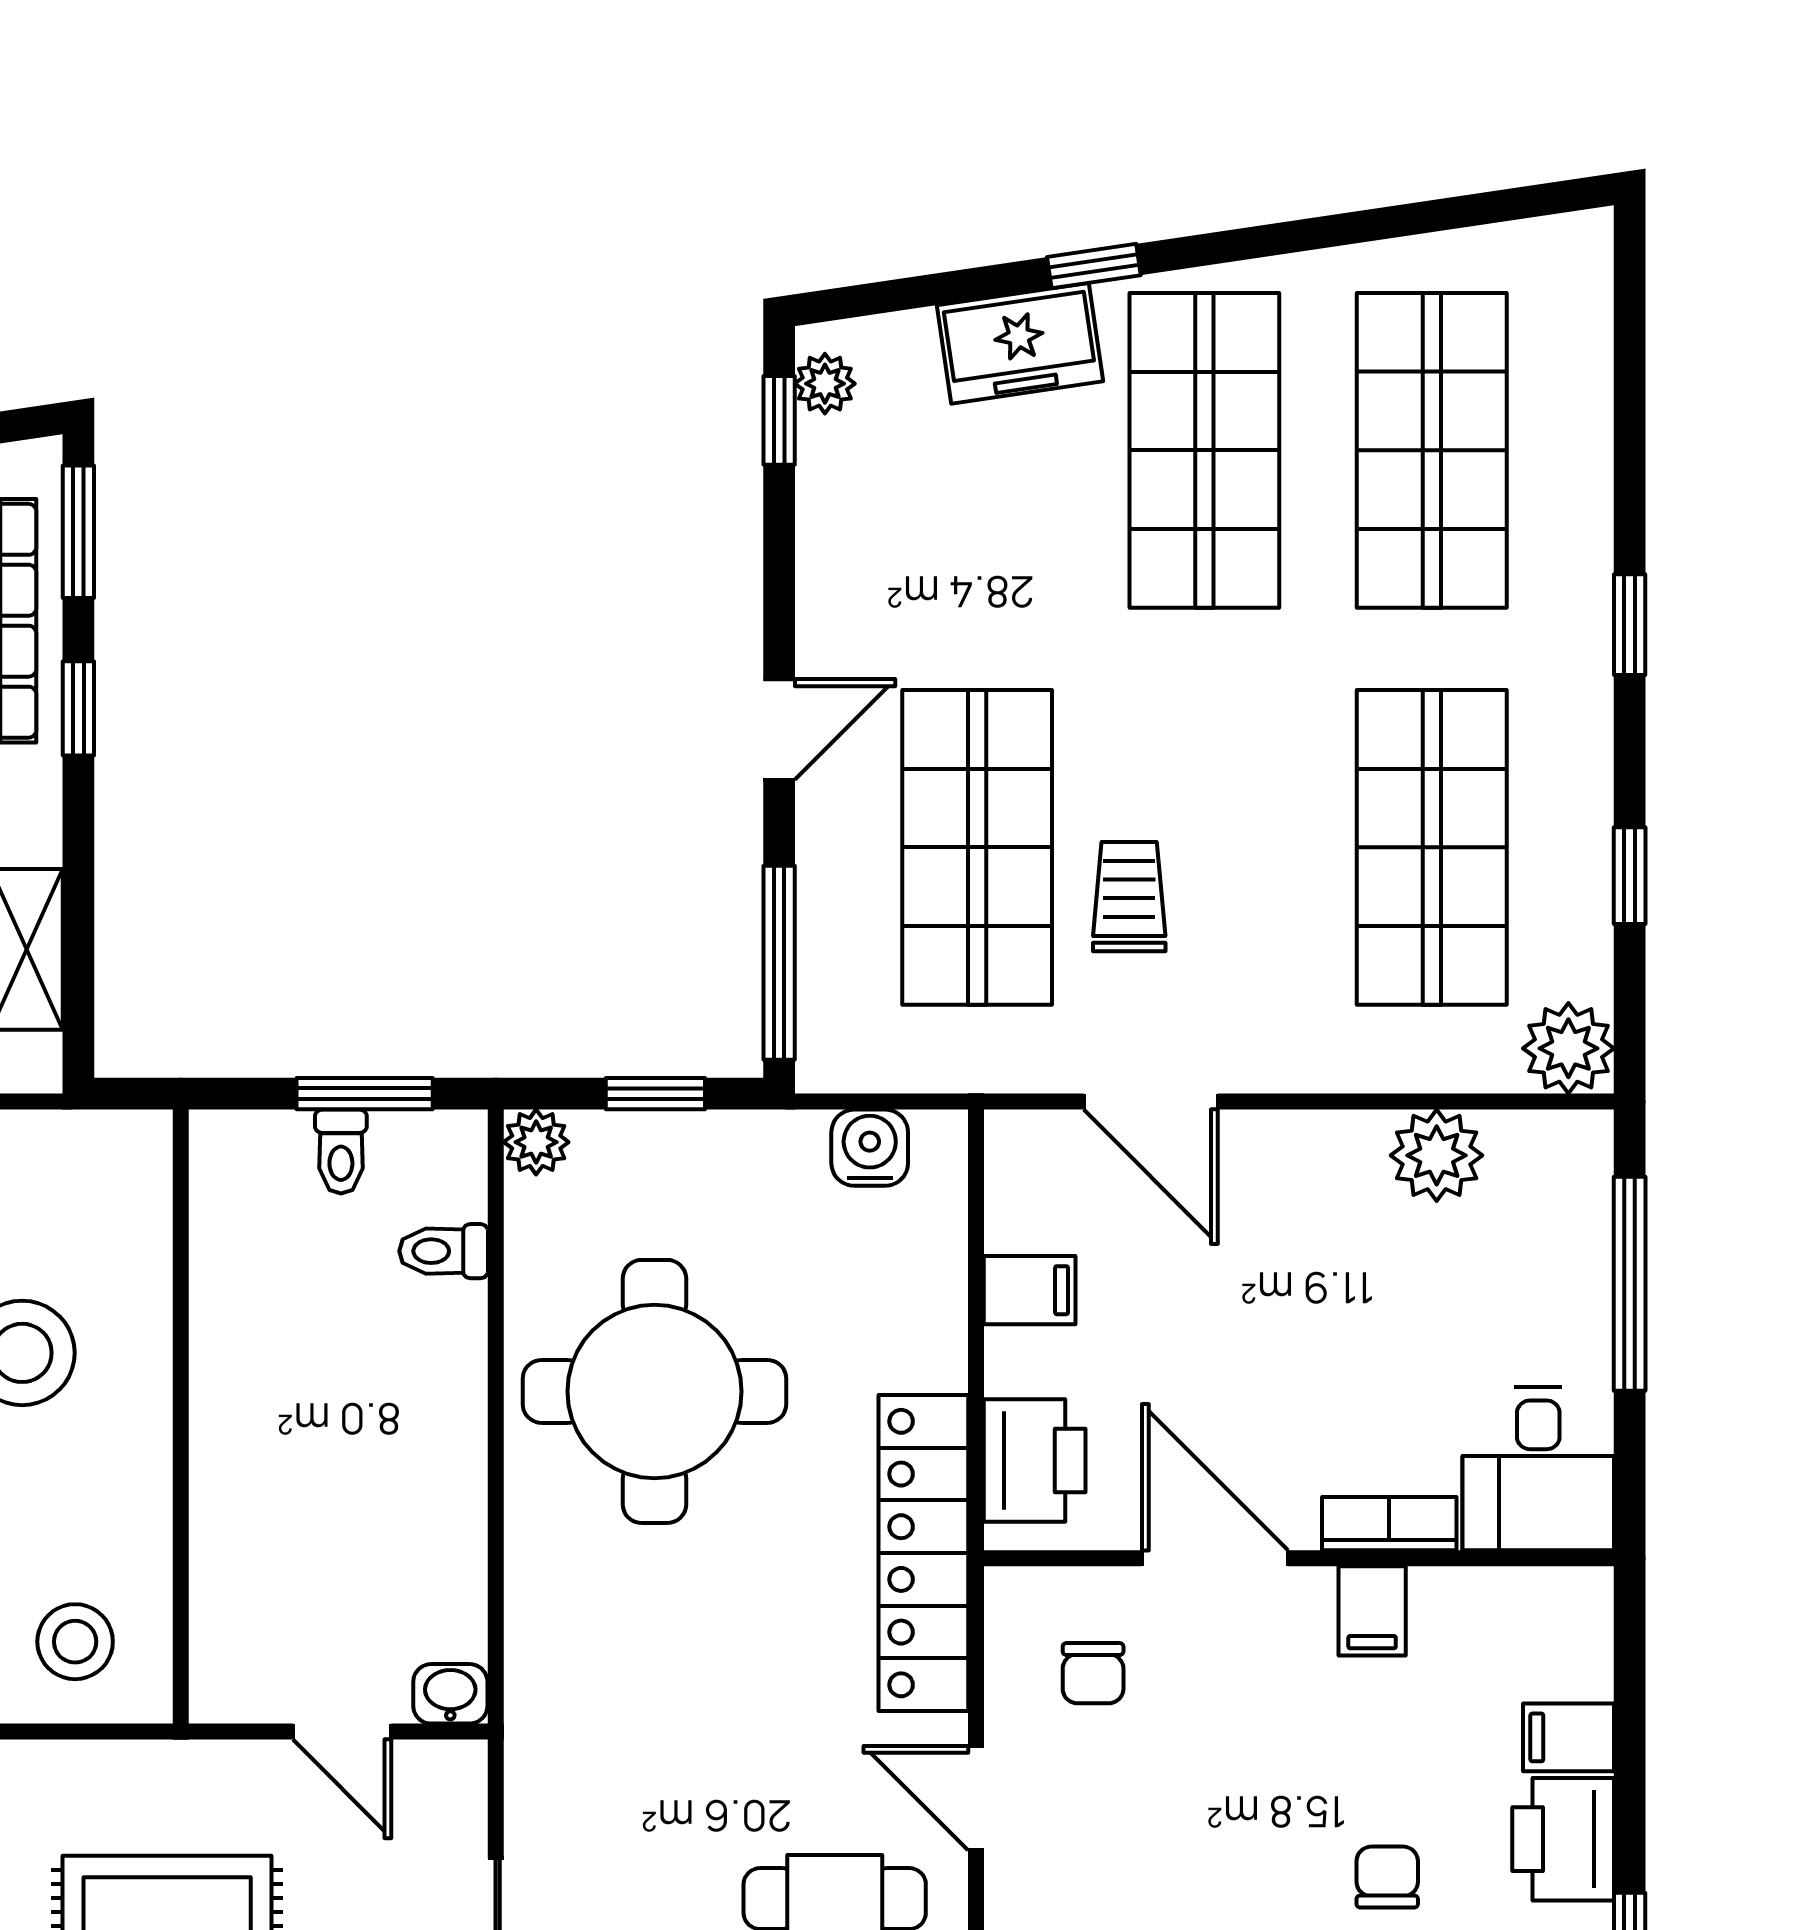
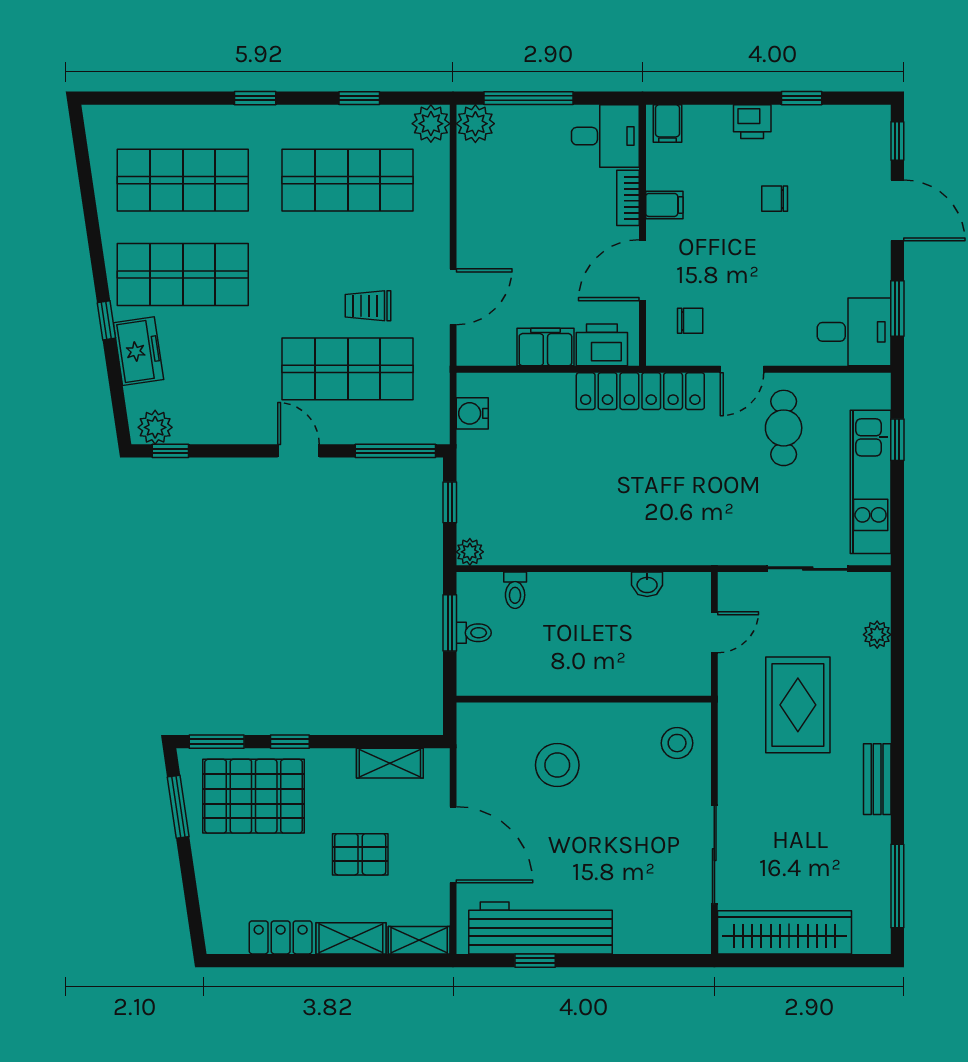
plant: (825, 384) -> (155, 427), width x1.38, depth x1.38
plant: (1437, 1155) -> (475, 124), moved
filing cabinet: (1030, 1290) -> (545, 347), width x2.00
round table: (654, 1391) -> (573, 503), removed
washbasin: (450, 1694) -> (647, 584), moved, turned -90
filing cabinet: (1569, 1737) -> (667, 123), moved
printer: (1563, 1839) -> (752, 122), width x0.73, depth x0.81

